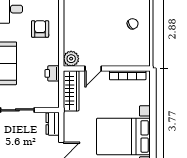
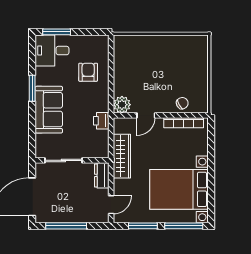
chair: (133, 24) -> (182, 103), moved
wardrobe: (71, 91) -> (122, 156), moved

